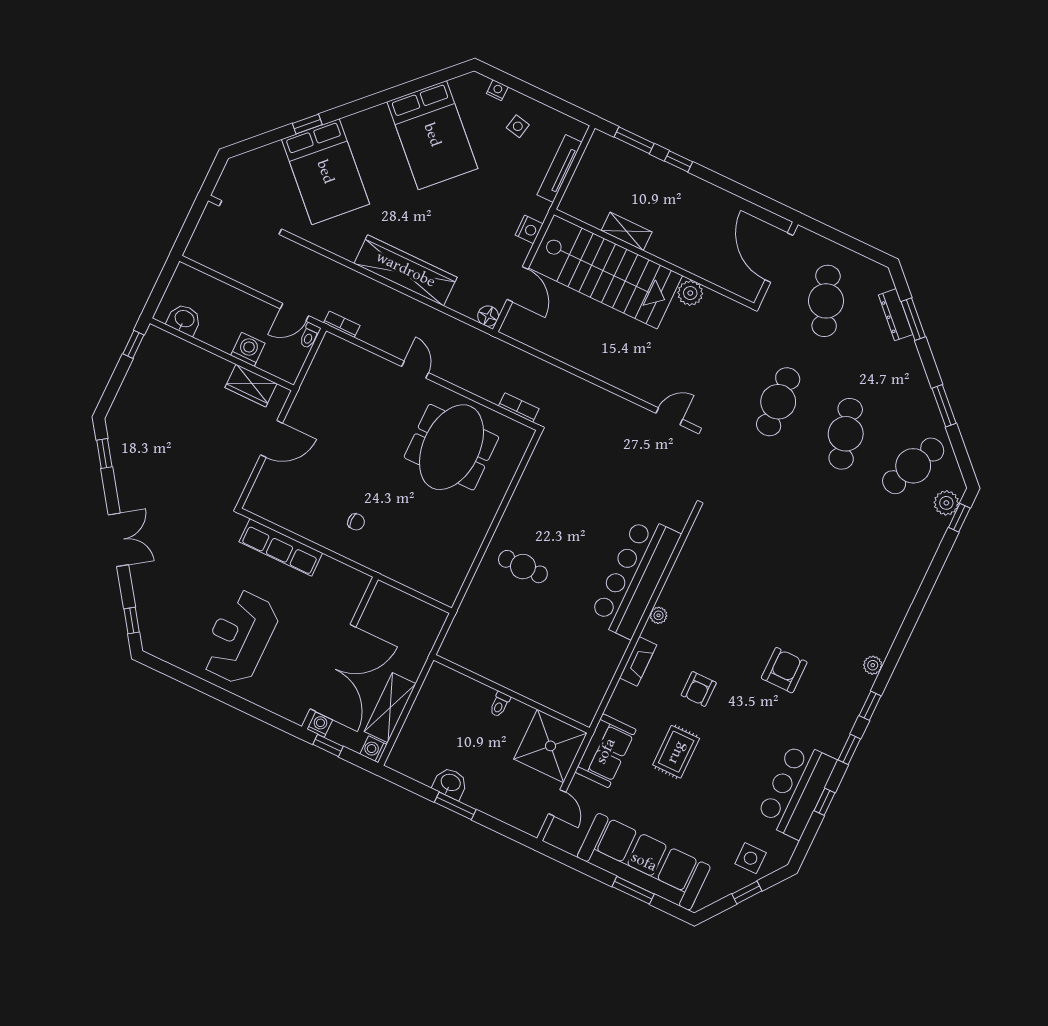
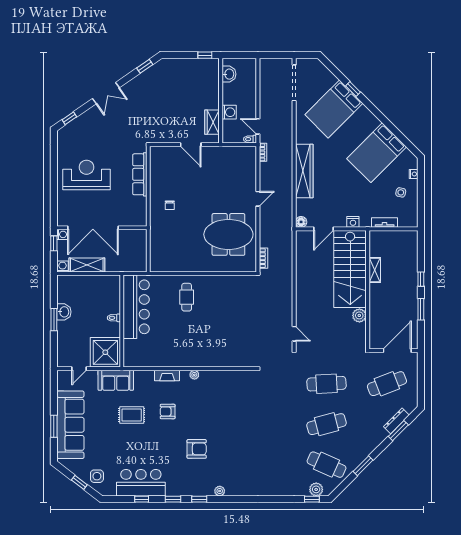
window: (634, 140) -> (421, 309), moved
tv unit: (559, 169) -> (385, 223), width x0.71
bar counter: (635, 577) -> (136, 307), moved, turned 90

